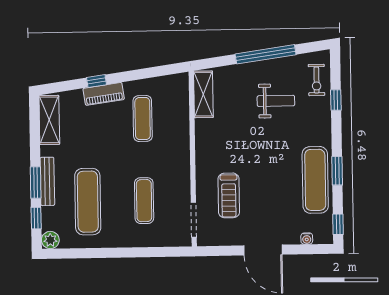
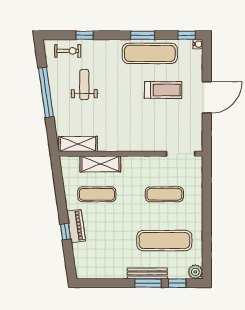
shelving: (49, 120) -> (100, 164), moved
treadmill: (229, 195) -> (163, 90), moved
water cooler: (307, 239) -> (198, 44), moved

